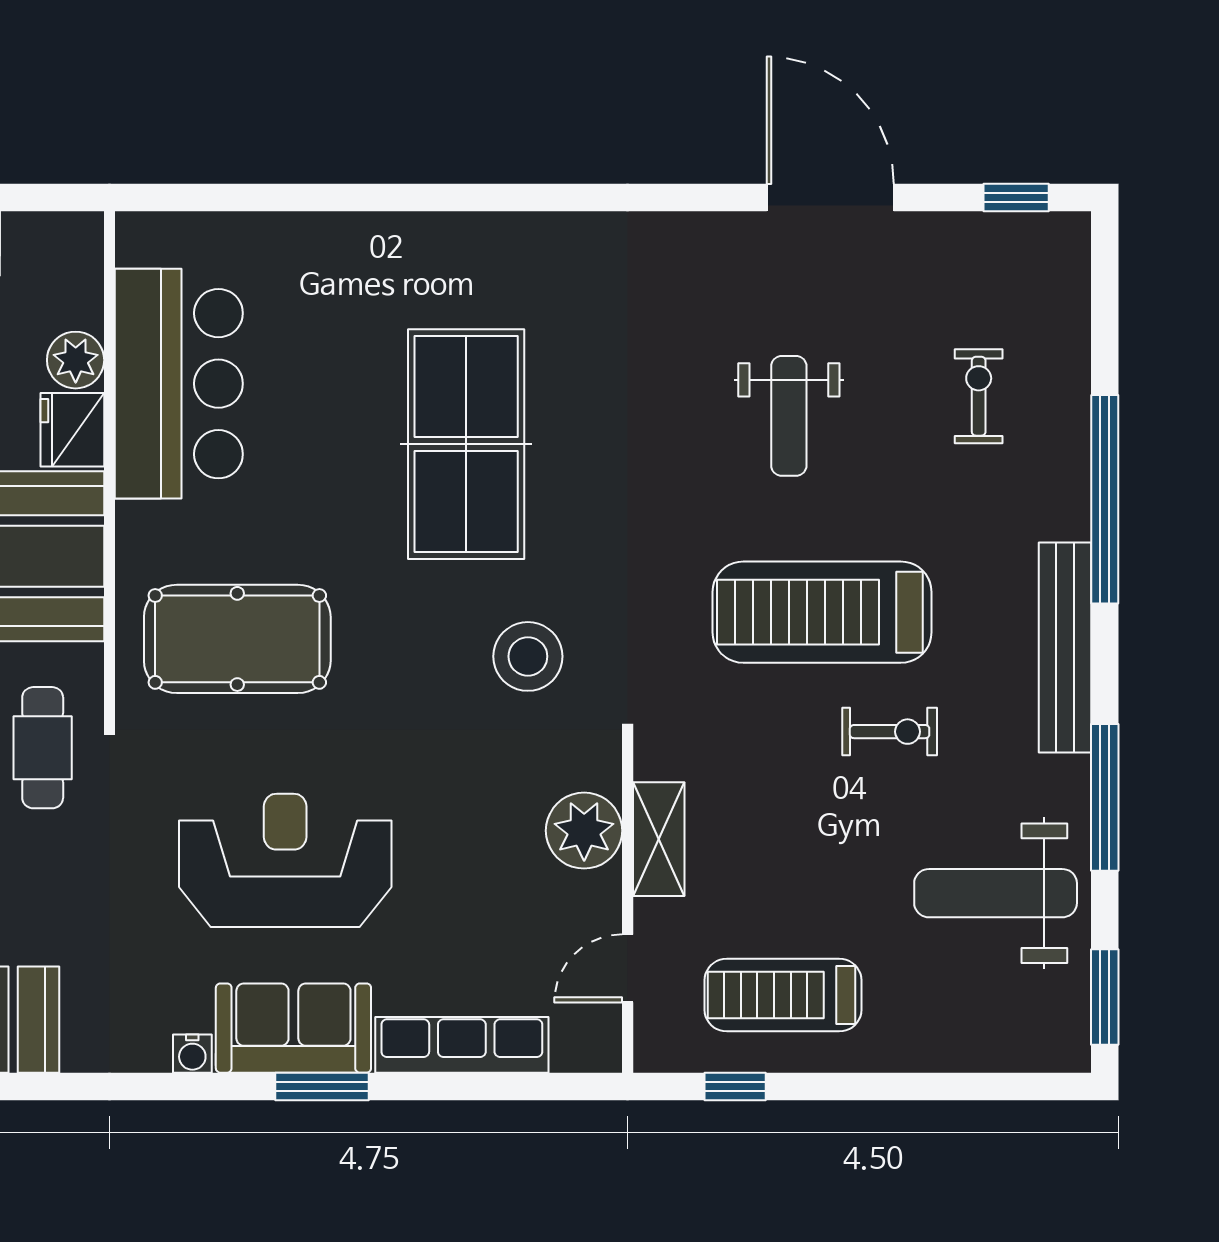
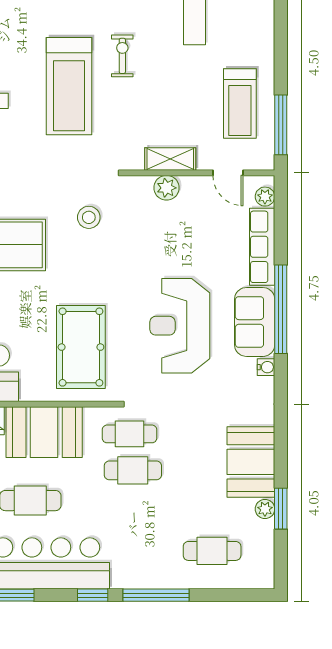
stool: (528, 656) -> (89, 217), width x0.73, depth x0.73
plant: (584, 831) -> (166, 188), width x0.73, depth x0.73
plant: (574, 1051) -> (265, 197), added
window: (322, 1086) -> (281, 309), width x2.11
window: (735, 1086) -> (281, 125), width x2.17

